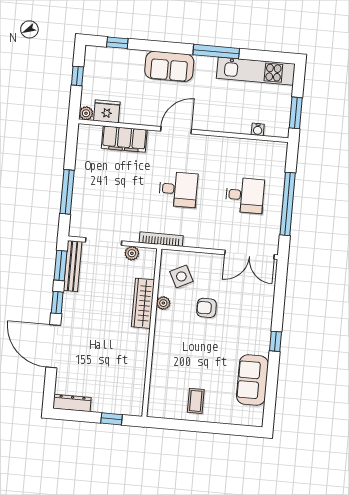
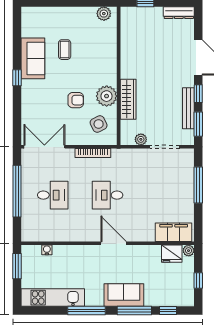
window: (158, 46) -> (134, 311), added
door: (176, 130) -> (114, 243), swing flipped
filing cabinet: (124, 139) -> (174, 232), moved
desk: (245, 195) -> (53, 195), turned 180
bookcase: (161, 239) -> (93, 153), moved
bench: (73, 266) -> (188, 108), moved
plant: (163, 303) -> (107, 96), width x1.88, depth x1.88
sofa: (252, 380) -> (33, 58), moved
coffee table: (196, 401) -> (65, 50), moved
plant: (163, 410) -> (104, 14), added

